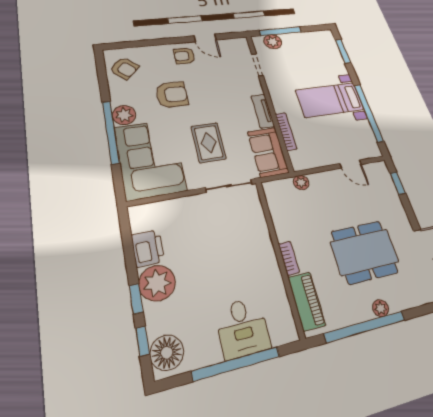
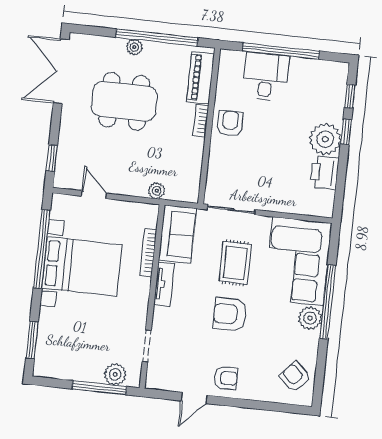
door: (205, 38) -> (194, 398), swing flipped
armchair: (172, 95) -> (230, 314), moved
bed with nightstands: (330, 100) -> (82, 266), width x1.36
armchair: (260, 265) -> (230, 123), added
floor lamp: (167, 353) -> (334, 80), removed

